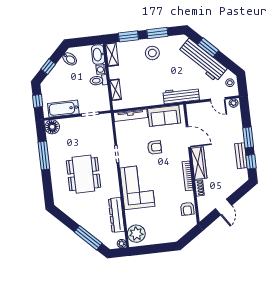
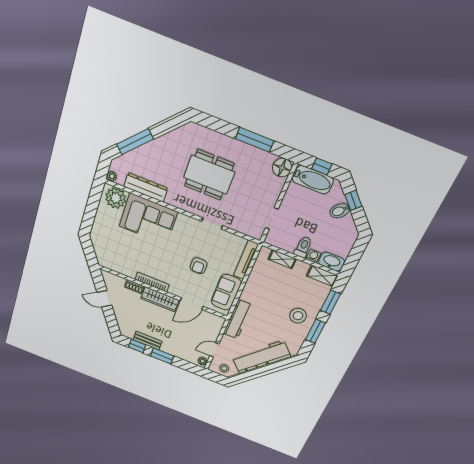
window: (208, 47) -> (271, 368), removed
bidet: (70, 59) -> (340, 211), moved
bathtub: (63, 109) -> (313, 180), moved, turned 90
corner sofa: (137, 187) -> (148, 219), moved
armchair: (187, 209) -> (119, 264), removed

